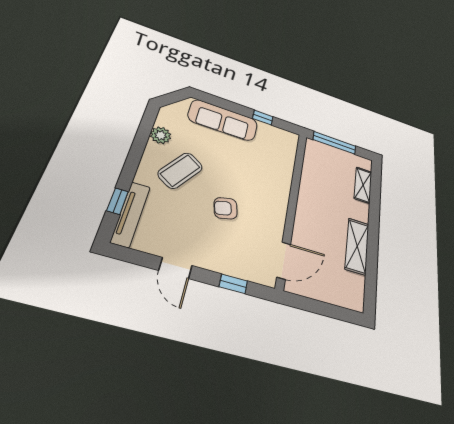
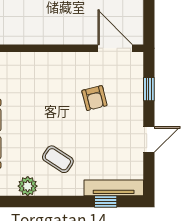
coffee table: (180, 170) -> (58, 159), width x0.73, depth x0.77
armchair: (226, 208) -> (94, 98), moved

